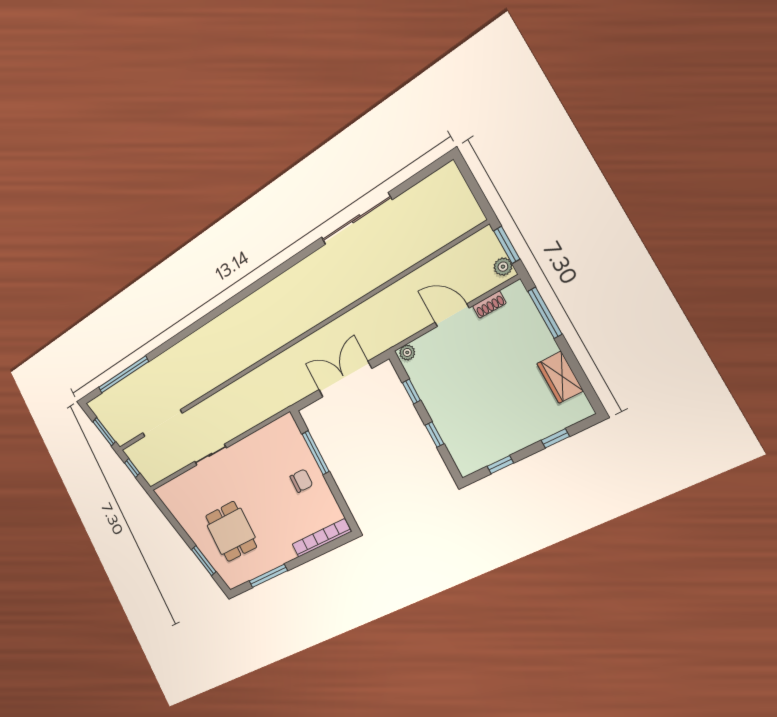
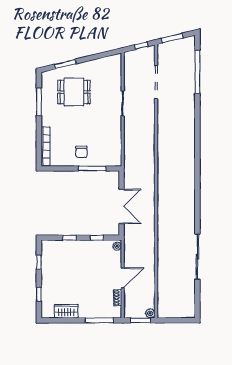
plant: (503, 267) -> (150, 313), moved

